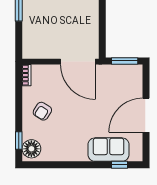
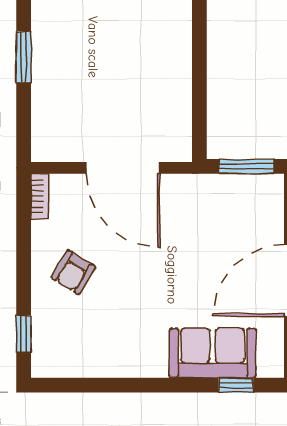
door: (78, 62) -> (123, 168), moved
floor lamp: (31, 149) -> (50, 351), removed

